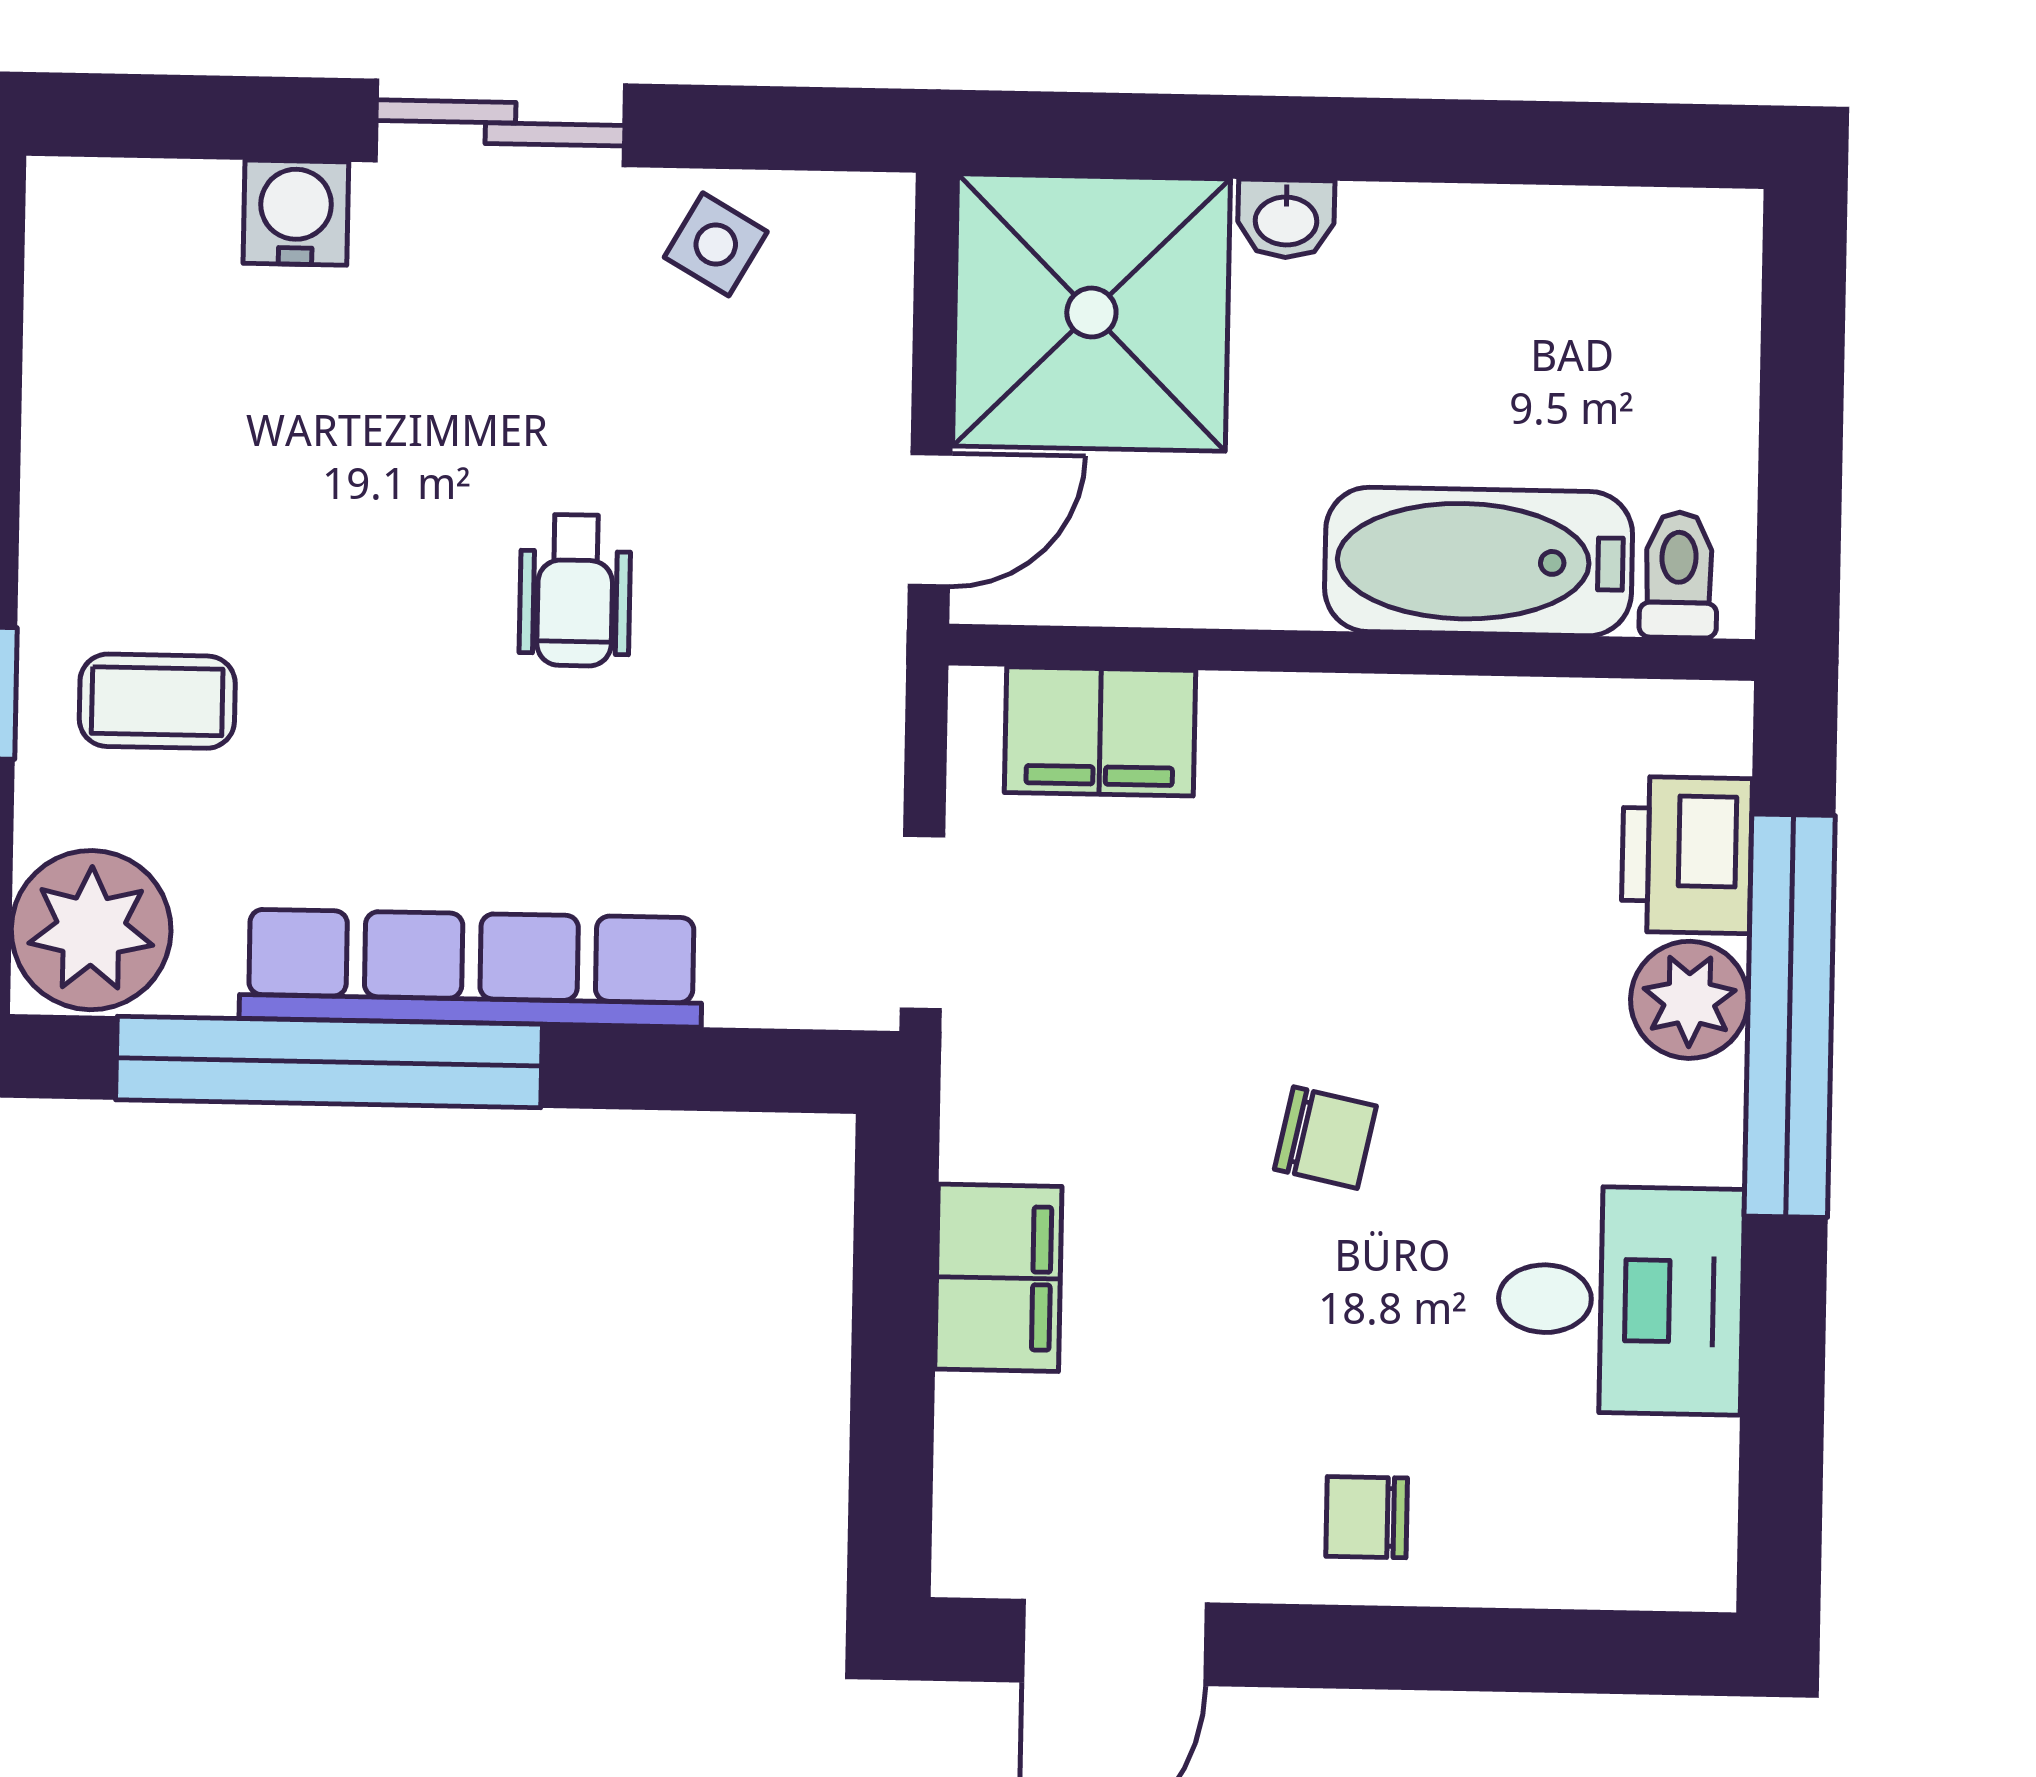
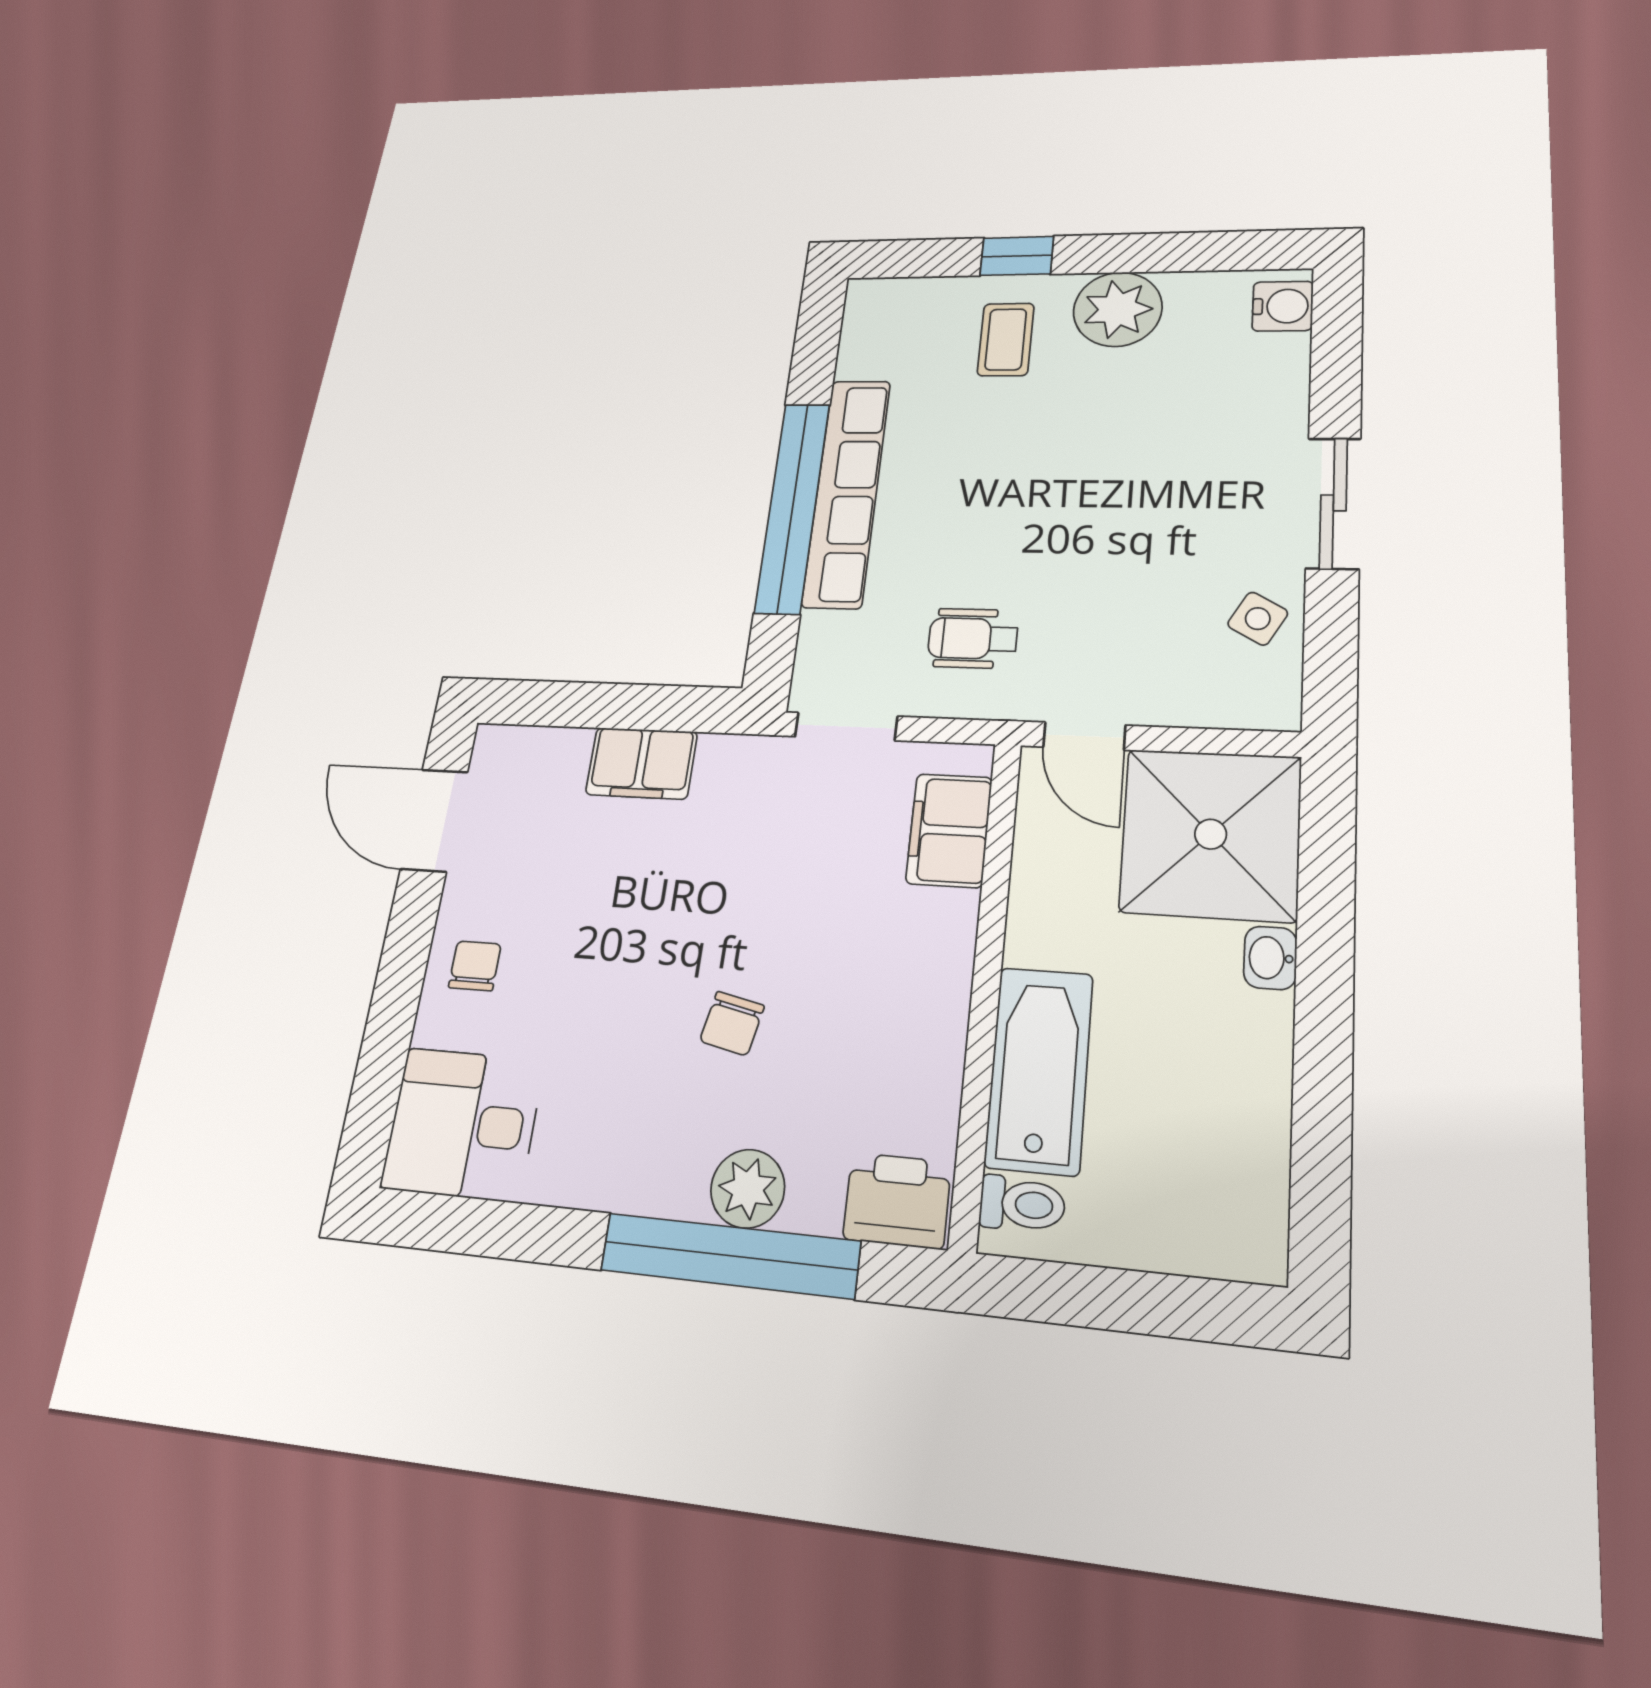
water cooler: (296, 213) -> (1283, 306), moved
wheelchair: (575, 590) -> (973, 638), moved
printer: (1687, 855) -> (897, 1200), moved
plant: (91, 930) -> (1118, 309), moved
window: (329, 1062) -> (793, 507), moved
chair: (1325, 1138) -> (732, 1023), moved
desk: (1620, 1300) -> (463, 1124), moved, turned 90

